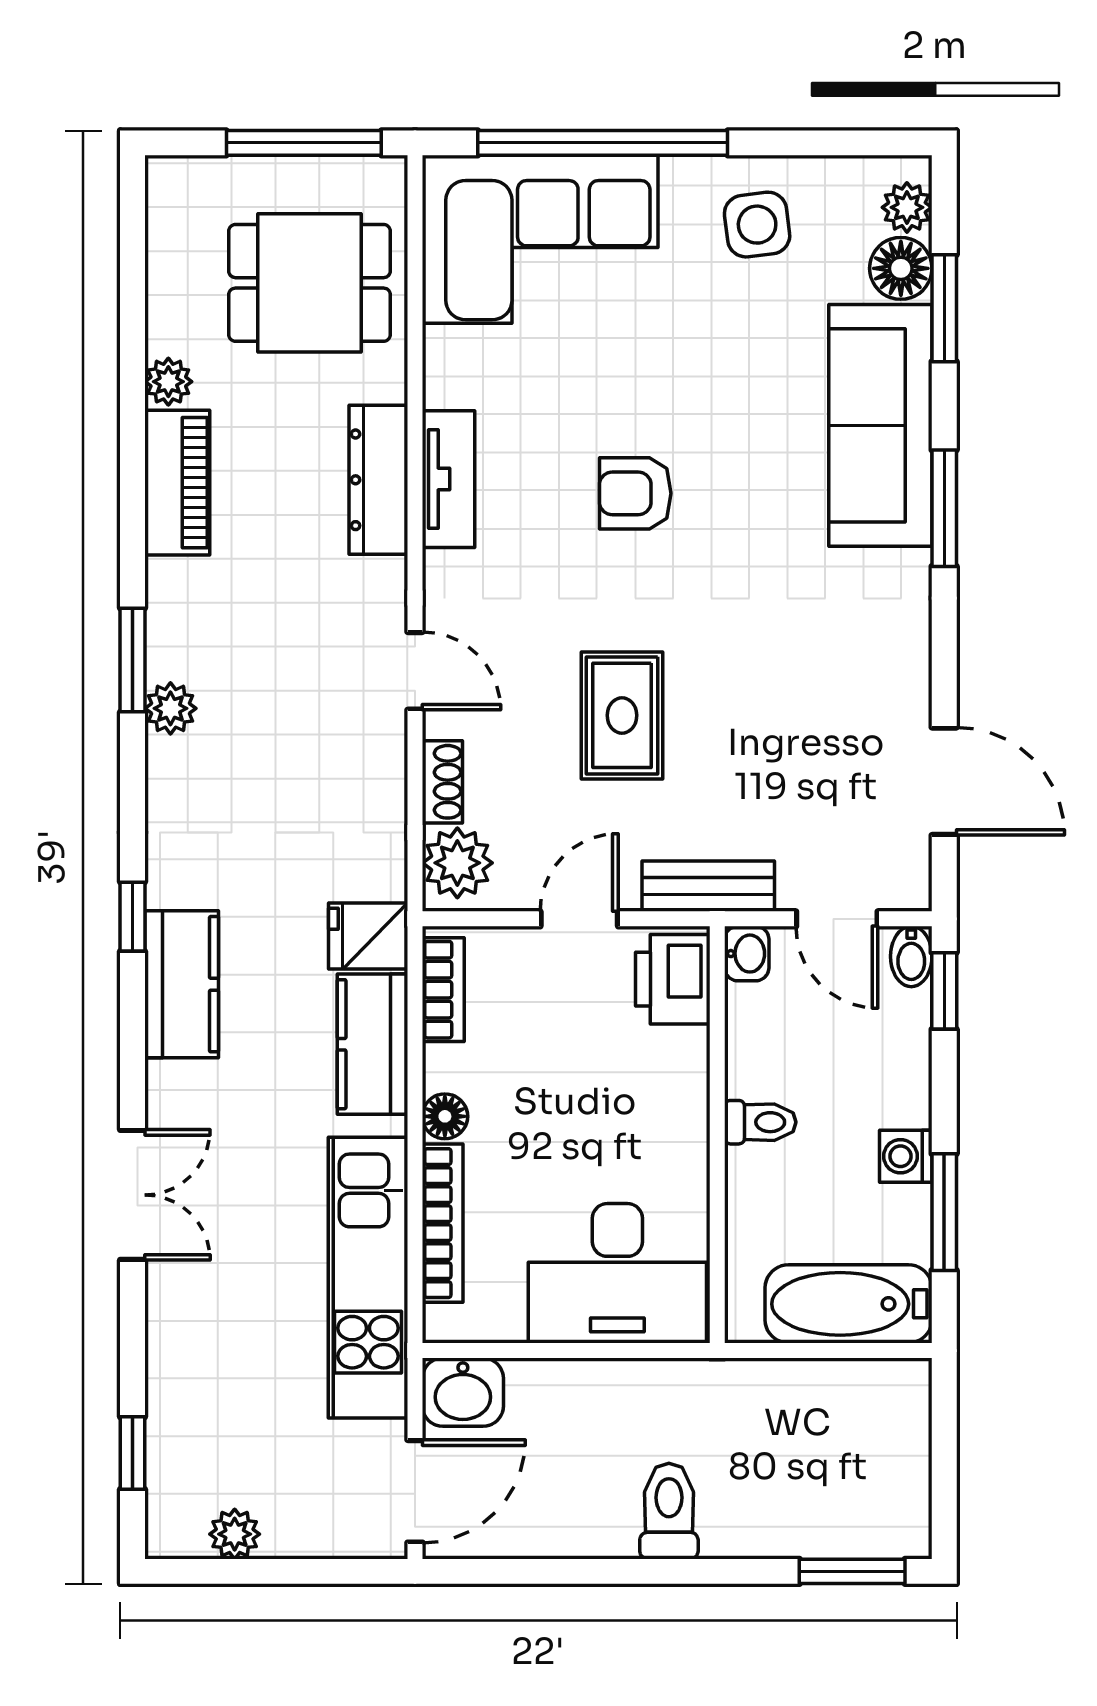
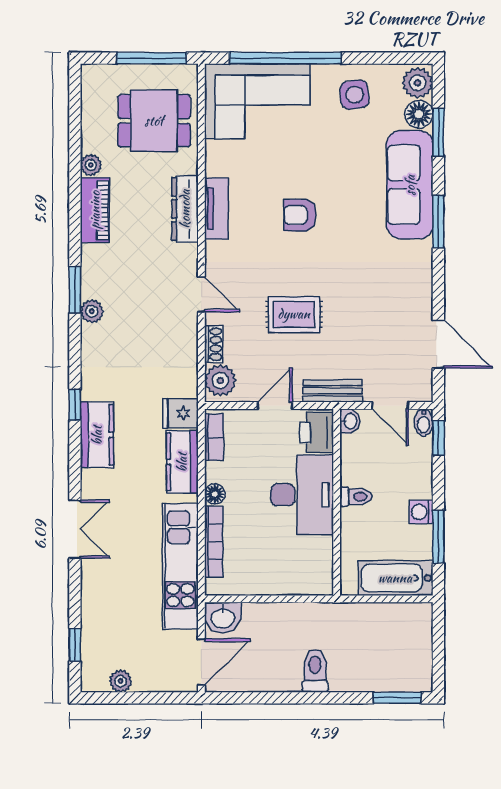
plant: (907, 207) -> (417, 83), width x1.38, depth x1.38
rug: (622, 715) -> (294, 314), turned 90
desk: (617, 1273) -> (302, 495), moved, turned -90

